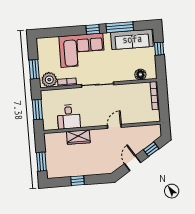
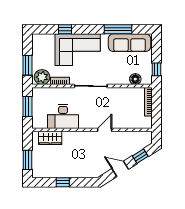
window: (93, 29) -> (65, 29), moved
window: (159, 49) -> (156, 69), moved
desk: (69, 117) -> (63, 116), width x1.37
wardrobe: (78, 137) -> (50, 138), moved
door: (133, 163) -> (120, 169), hinge flipped

